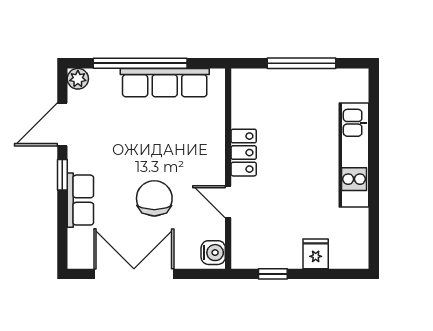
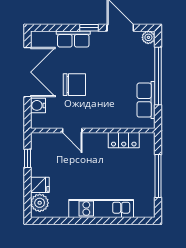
row of seats: (165, 83) -> (146, 100), width x0.68
locker: (244, 153) -> (124, 140), moved
door: (228, 202) -> (72, 131), swing flipped
water cooler: (213, 253) -> (38, 105), moved, turned 90
plant: (345, 254) -> (40, 203), added

